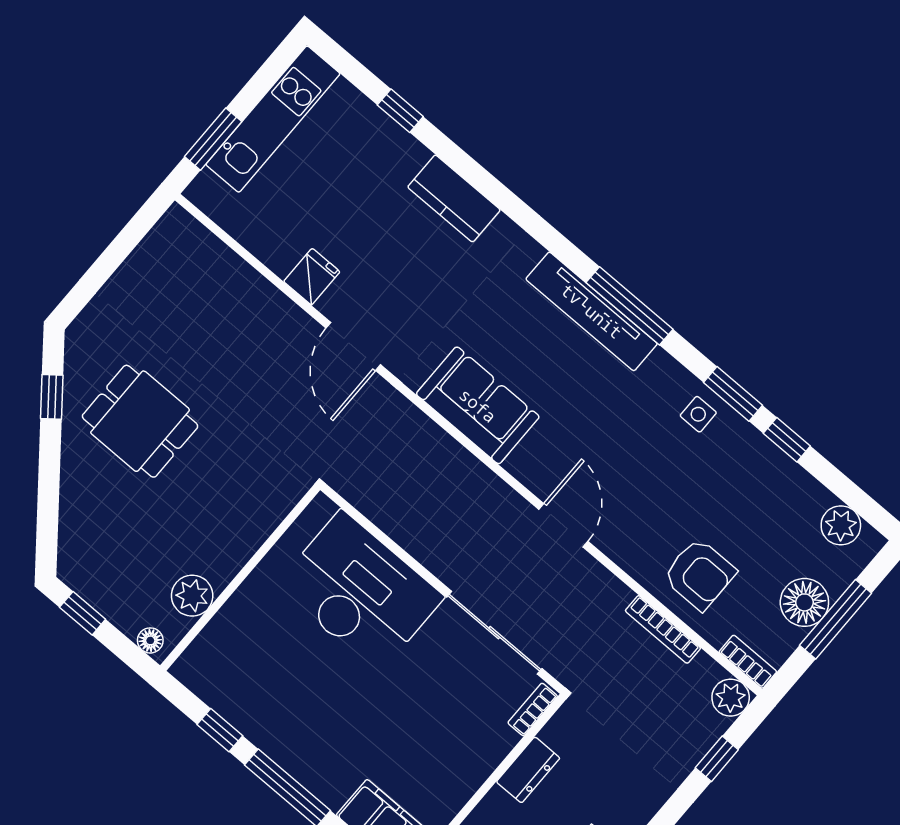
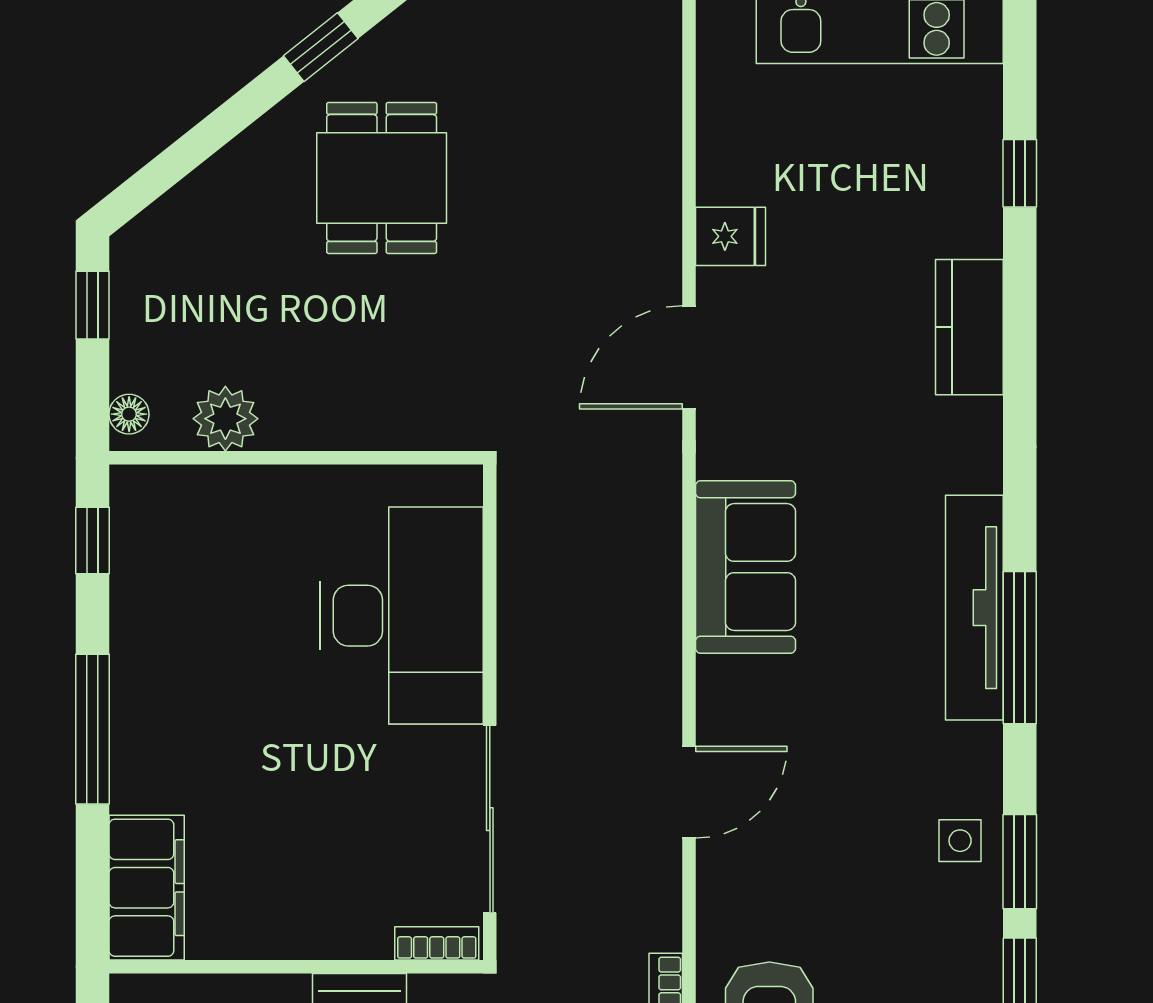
window: (220, 730) -> (92, 540), moved

